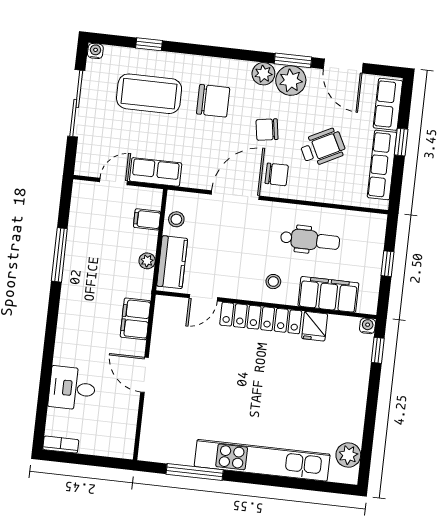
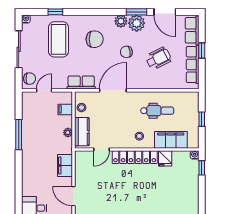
coffee table: (149, 94) -> (58, 39), turned 90
row of seats: (156, 172) -> (81, 82), moved
chair: (277, 174) -> (30, 79), moved

